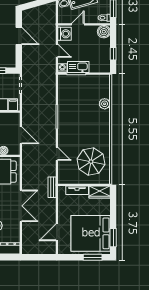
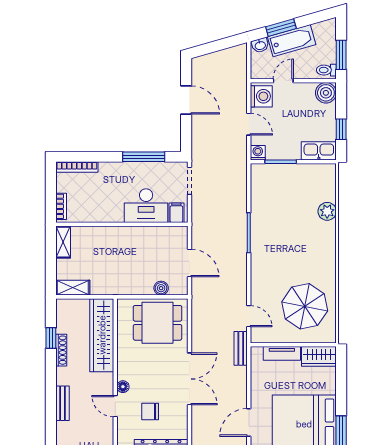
kitchen sink: (78, 67) -> (319, 151), moved
door: (57, 154) -> (249, 316), moved

